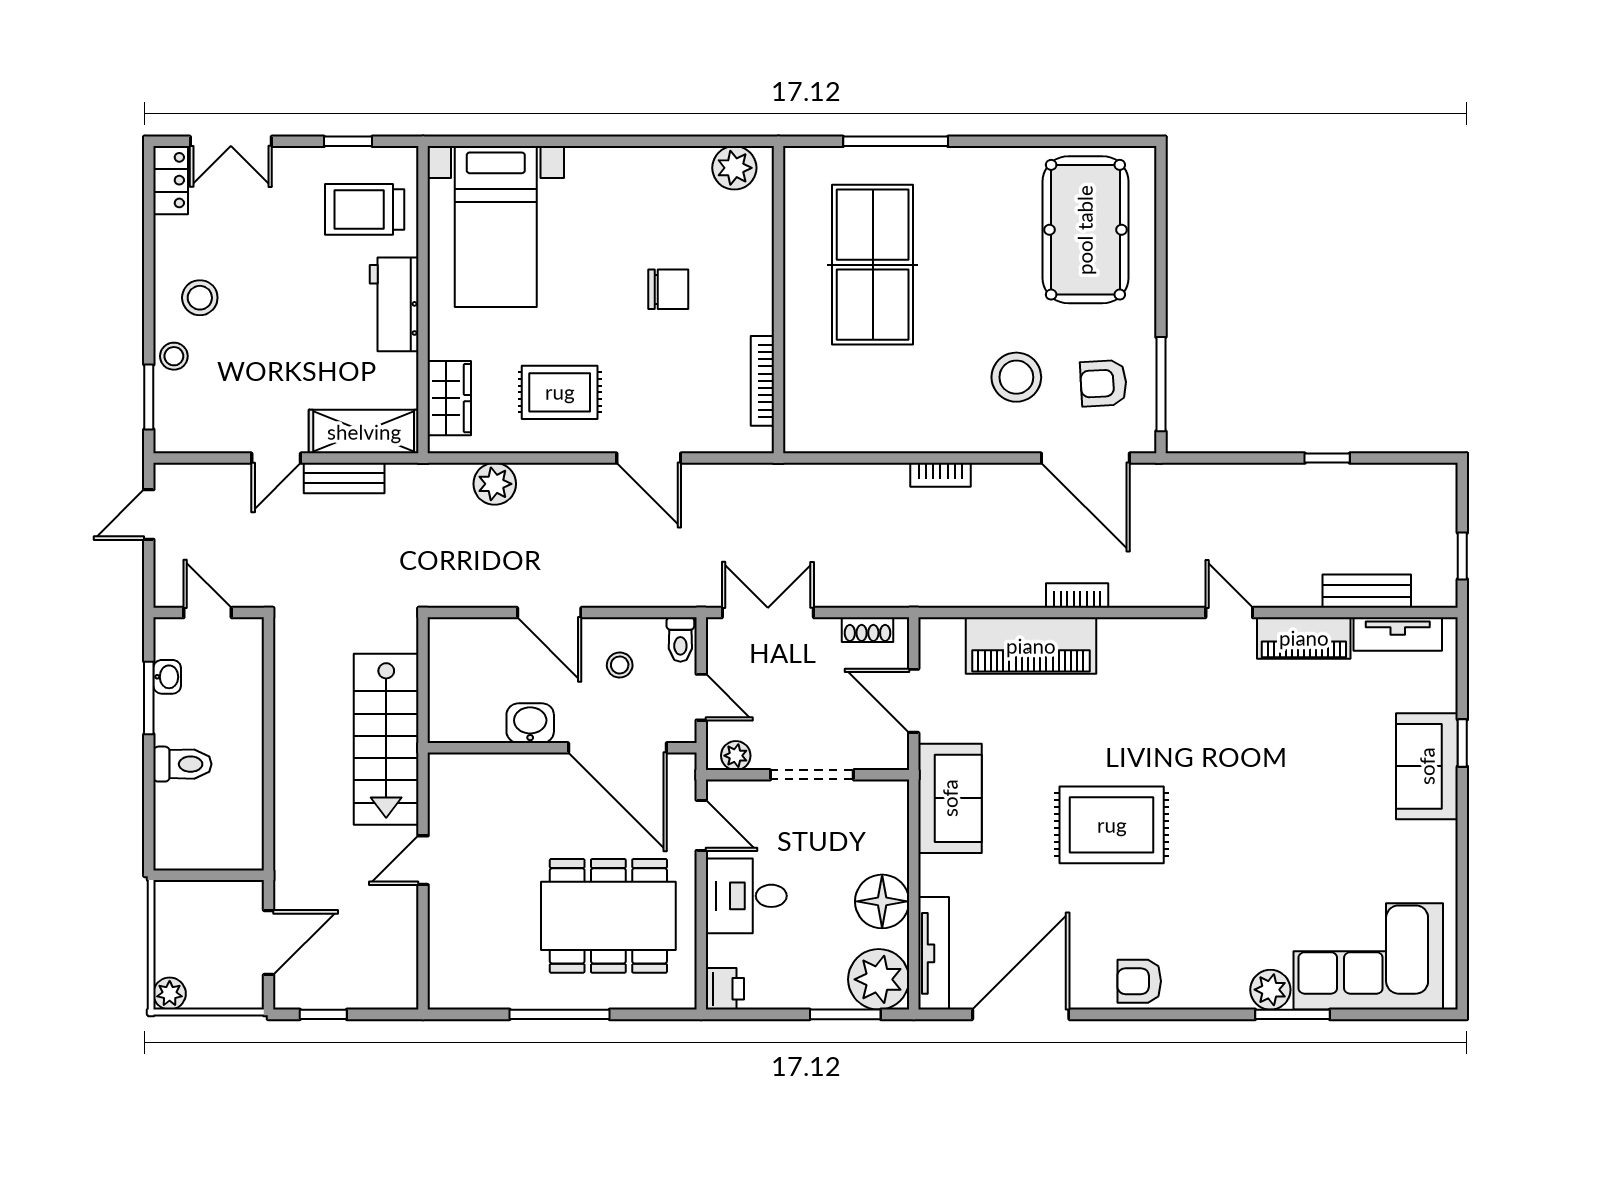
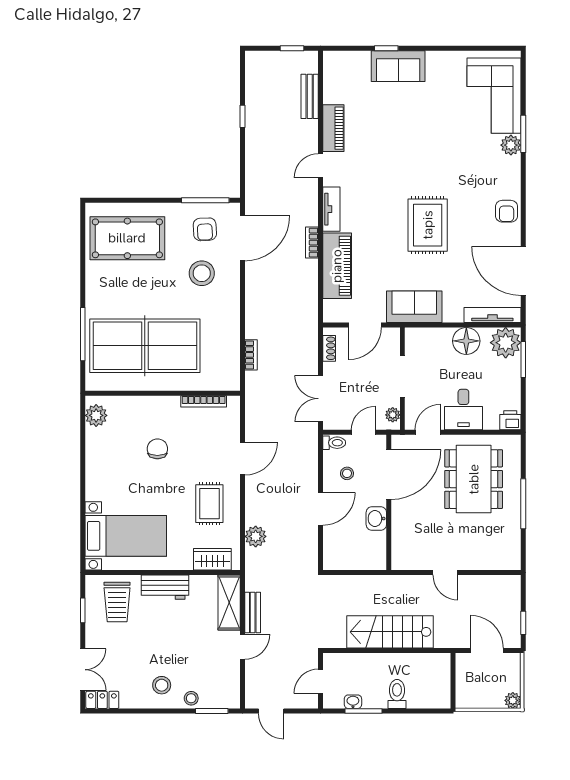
table tennis table: (873, 265) -> (145, 346), width x1.36, depth x1.32
door: (276, 458) -> (243, 647), hinge flipped
bookcase: (940, 475) -> (251, 355), moved
tv unit: (1398, 634) -> (331, 209), moved
stairs: (386, 739) -> (390, 632), moved, turned 180

